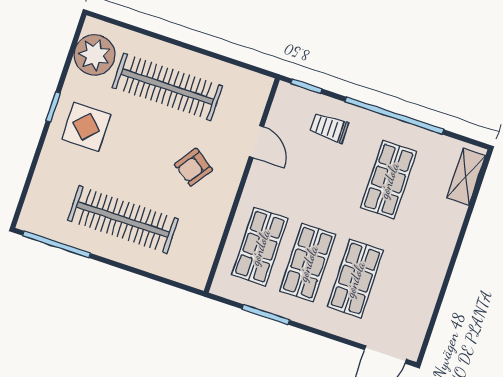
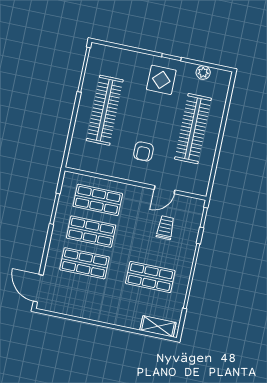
plant: (95, 55) -> (203, 73), width x0.53, depth x0.53
trolley: (329, 128) -> (165, 228), moved
armchair: (193, 167) -> (143, 151), turned -125

